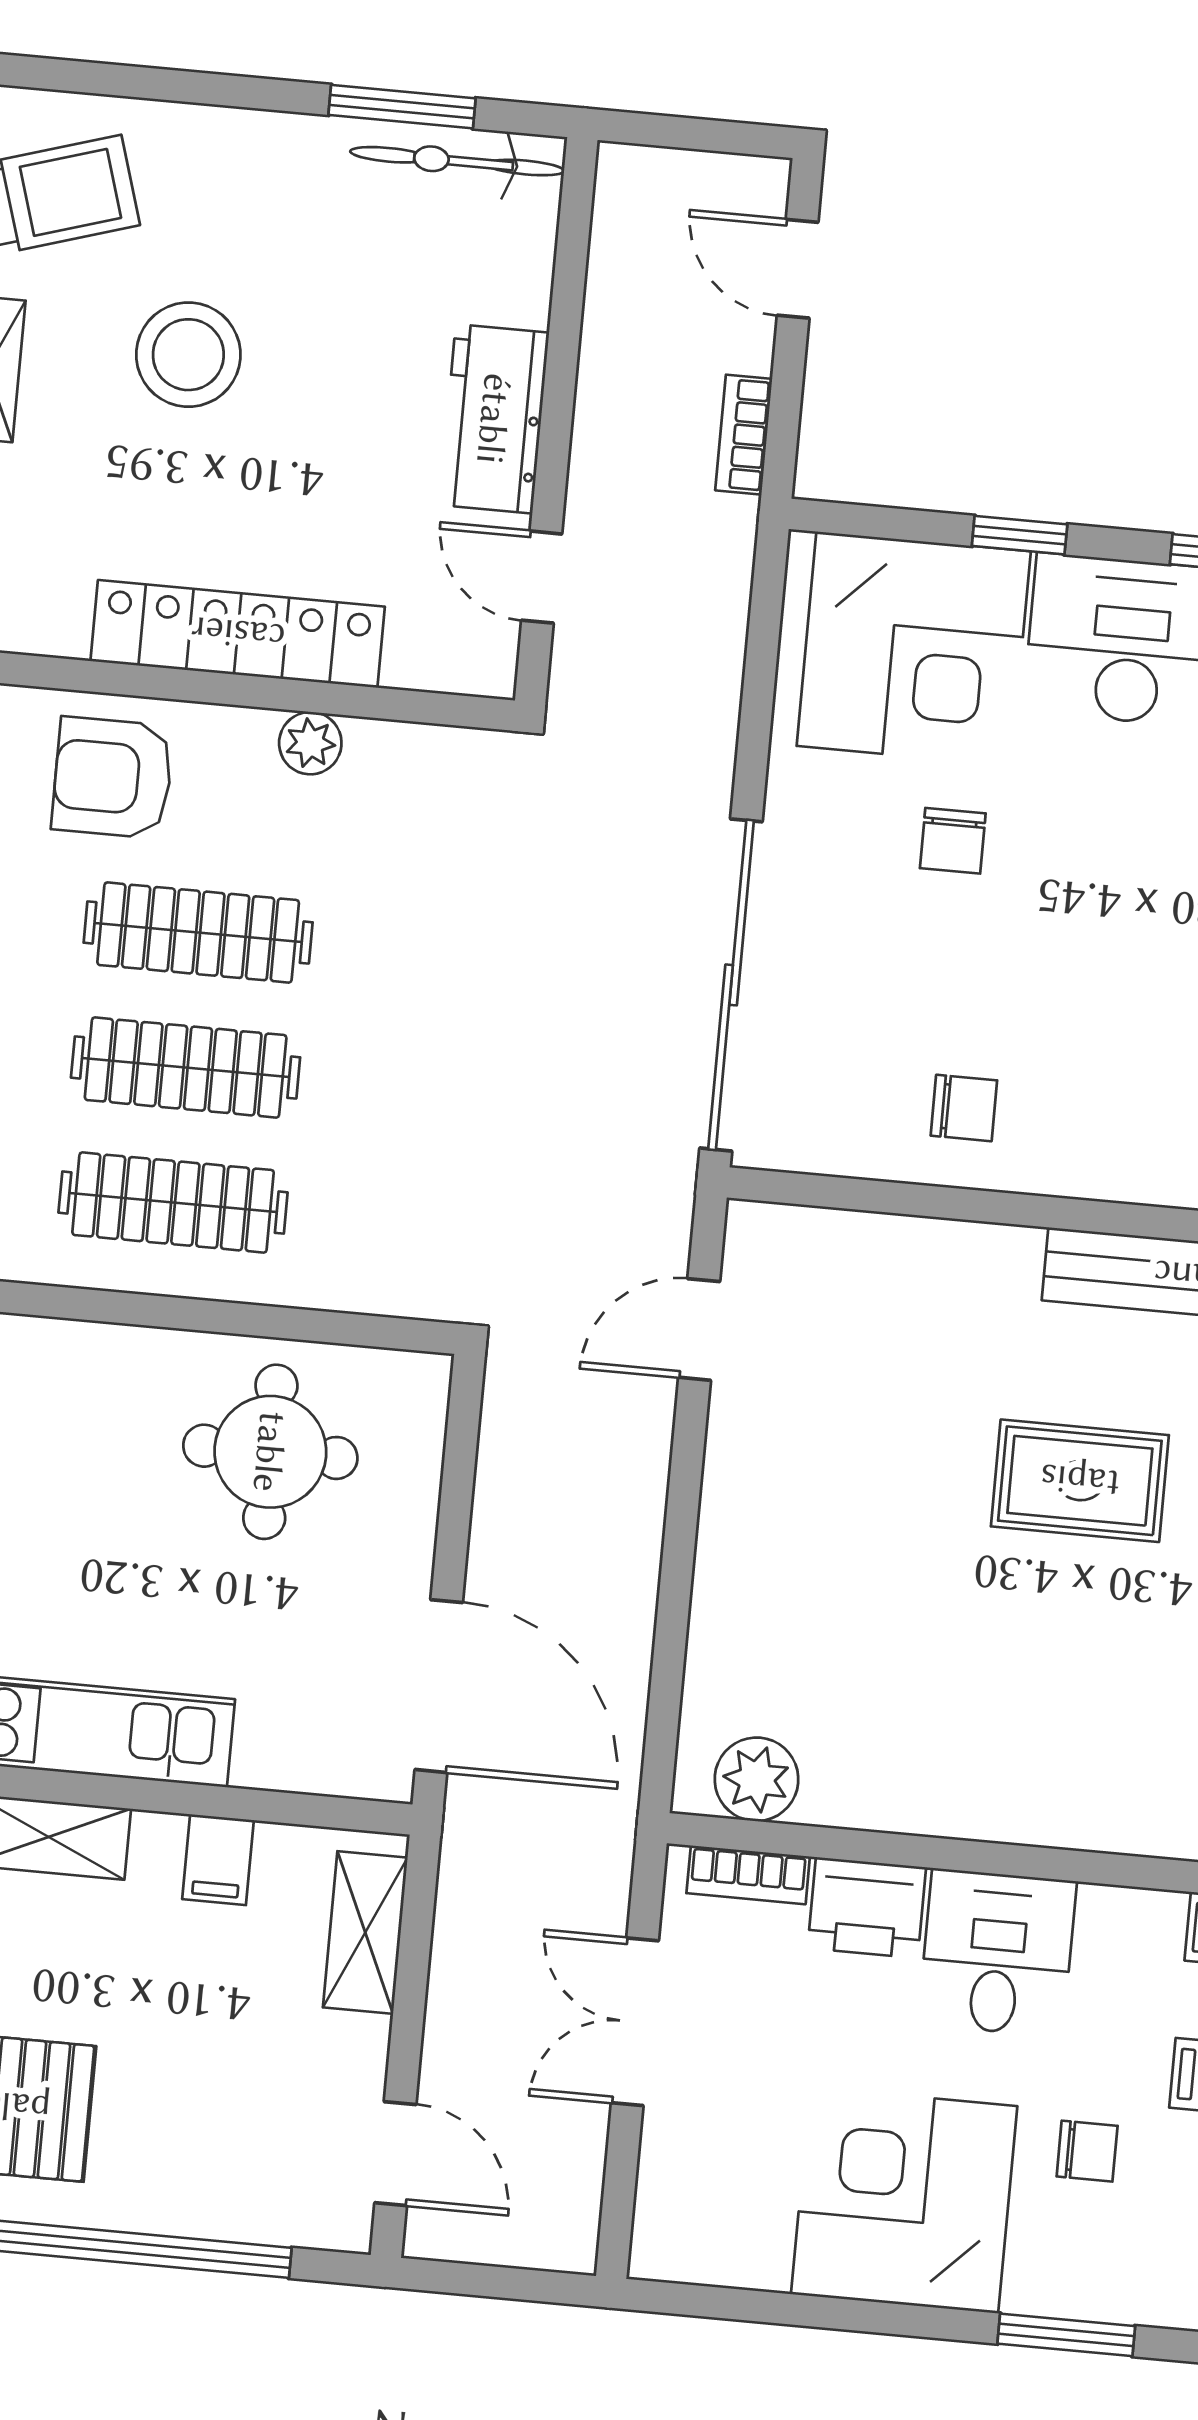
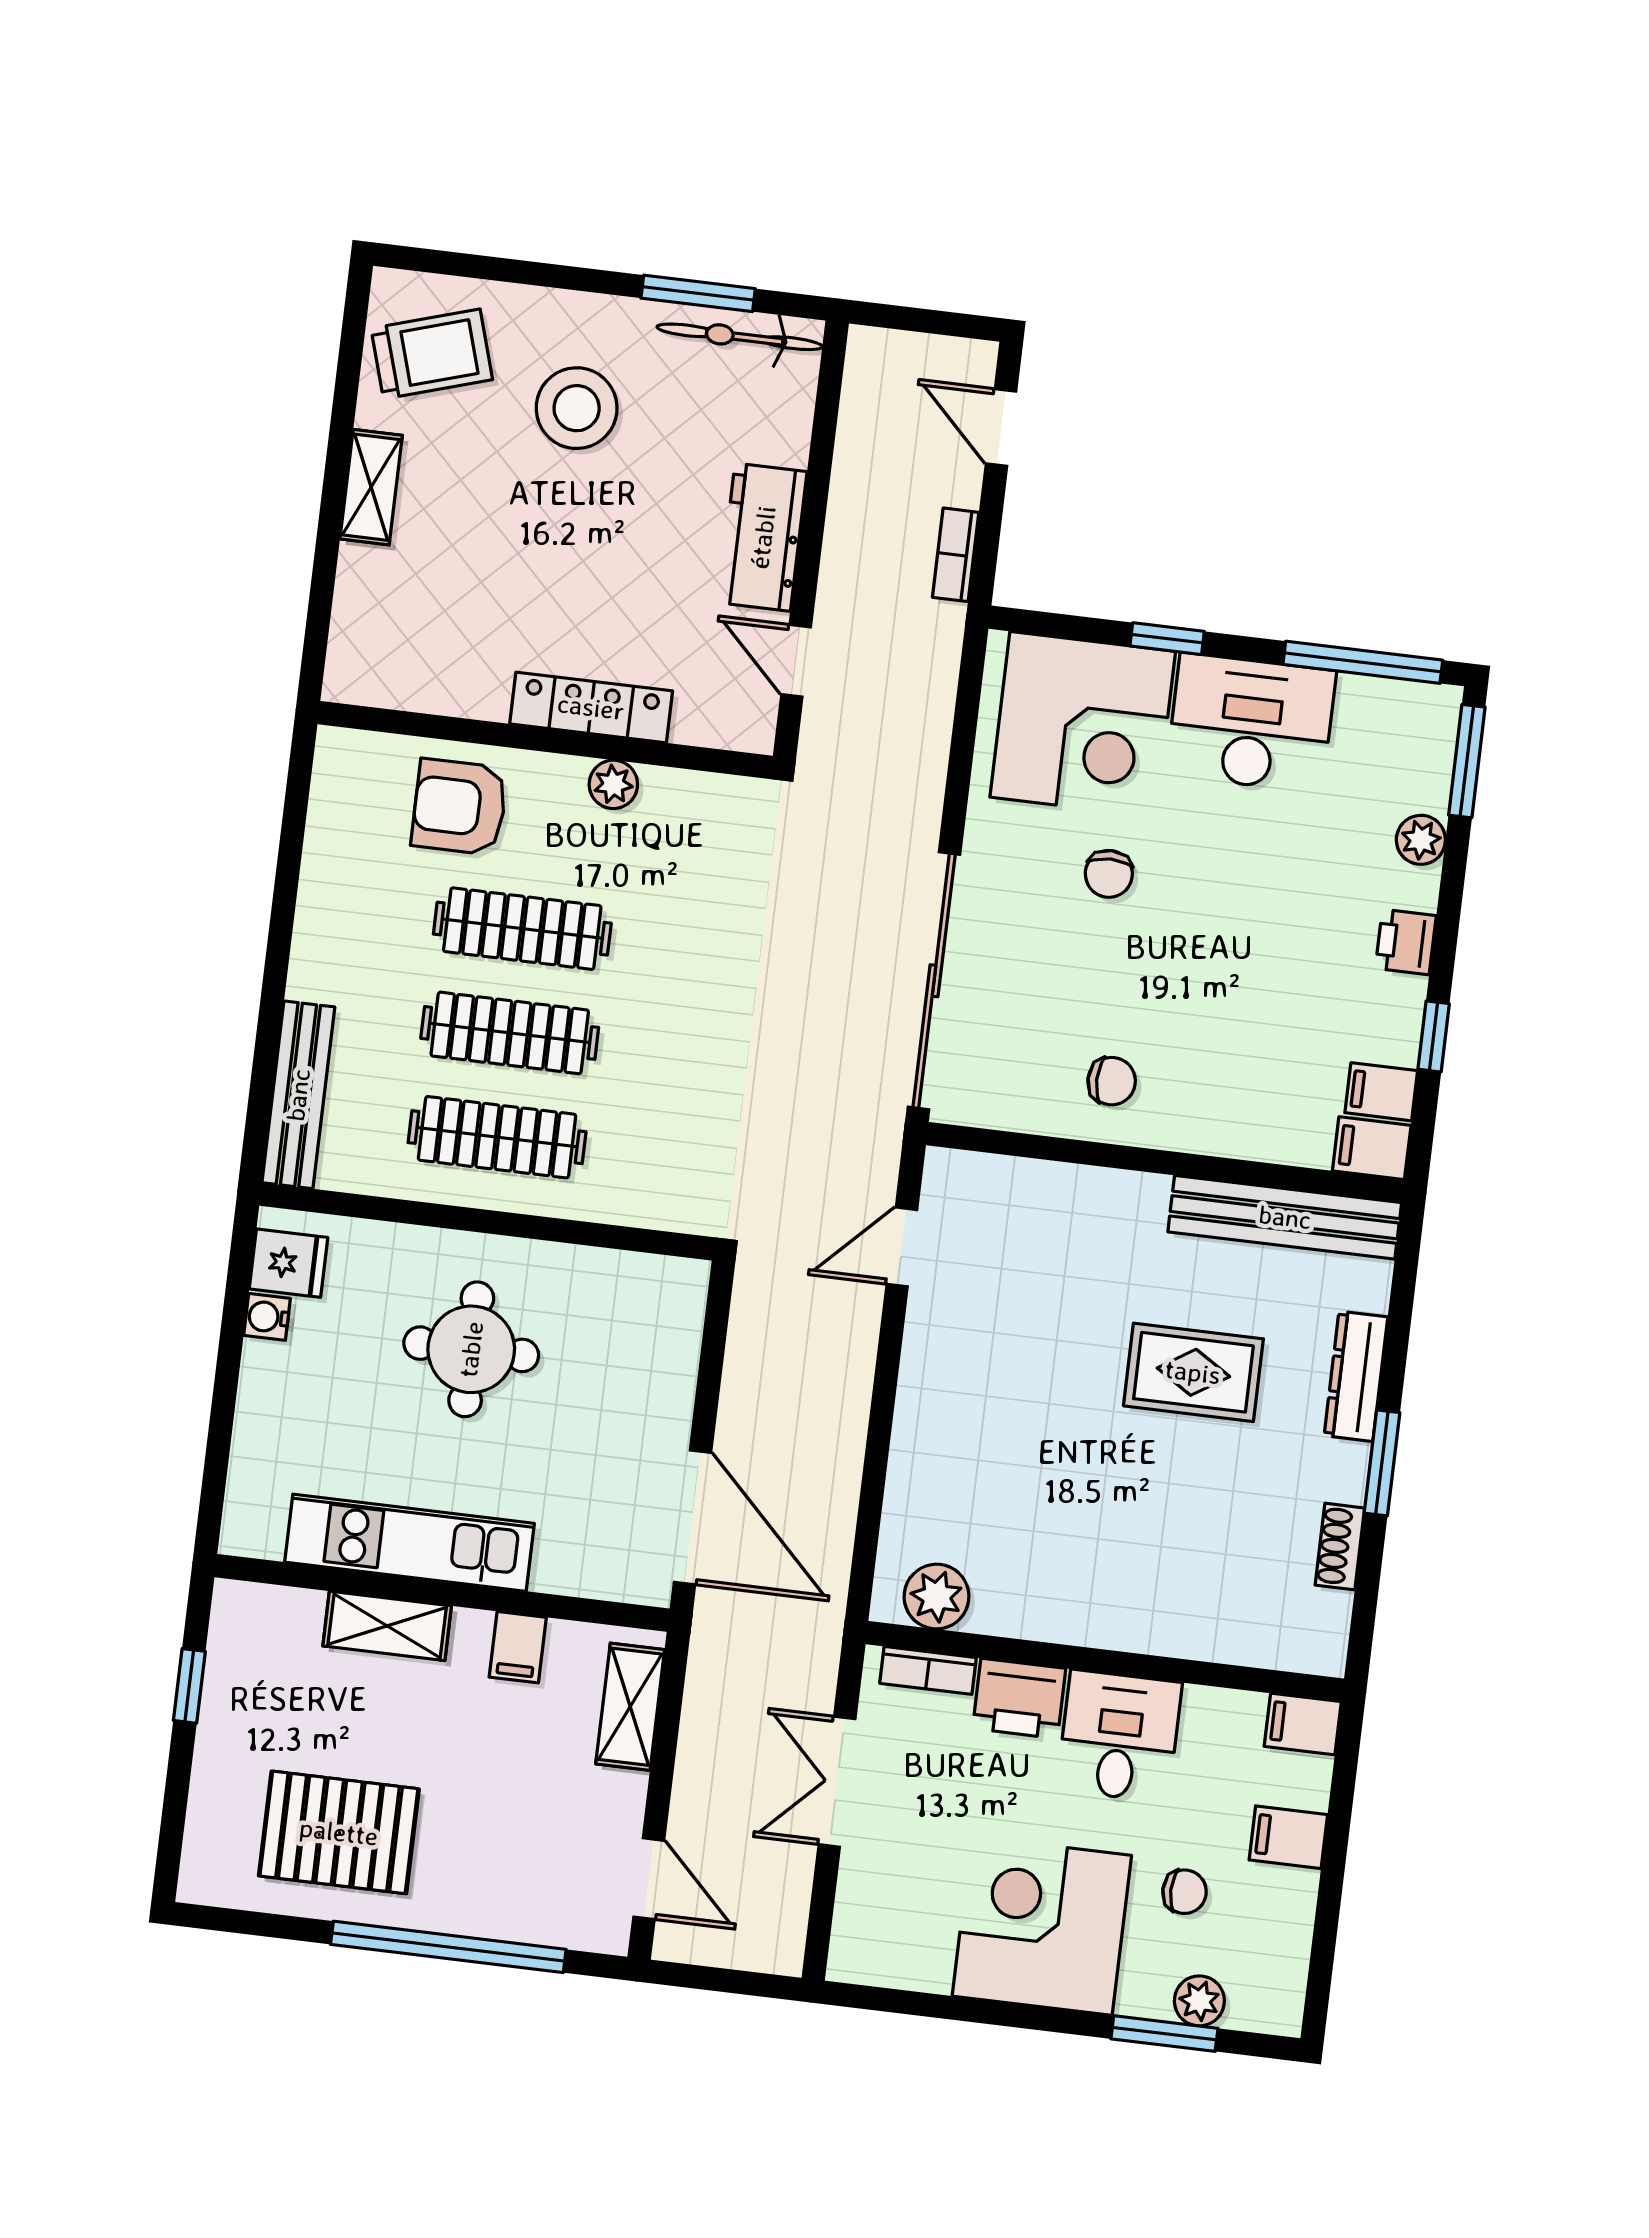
stool: (188, 355) -> (577, 408), moved
locker: (238, 634) -> (591, 707), width x0.71, depth x0.83
round table: (270, 1452) -> (471, 1349), moved
plant: (1110, 2291) -> (1199, 2001), added

